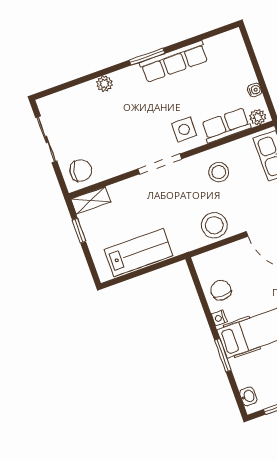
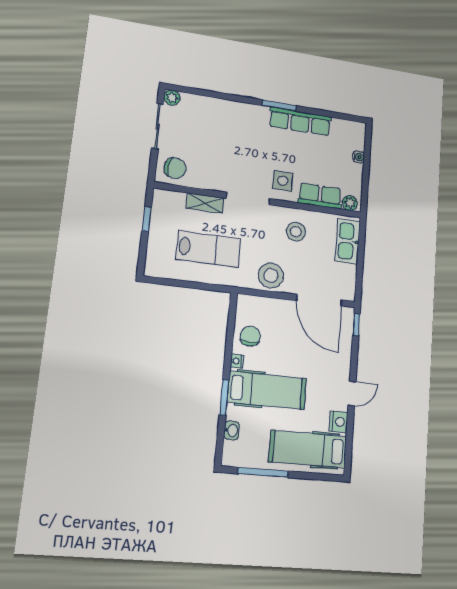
plant: (104, 84) -> (172, 98), moved
water cooler: (255, 90) -> (359, 157), moved
shelving: (91, 200) -> (205, 203), moved
lab bench: (139, 252) -> (208, 249), moved
washbasin: (248, 396) -> (231, 430), moved

